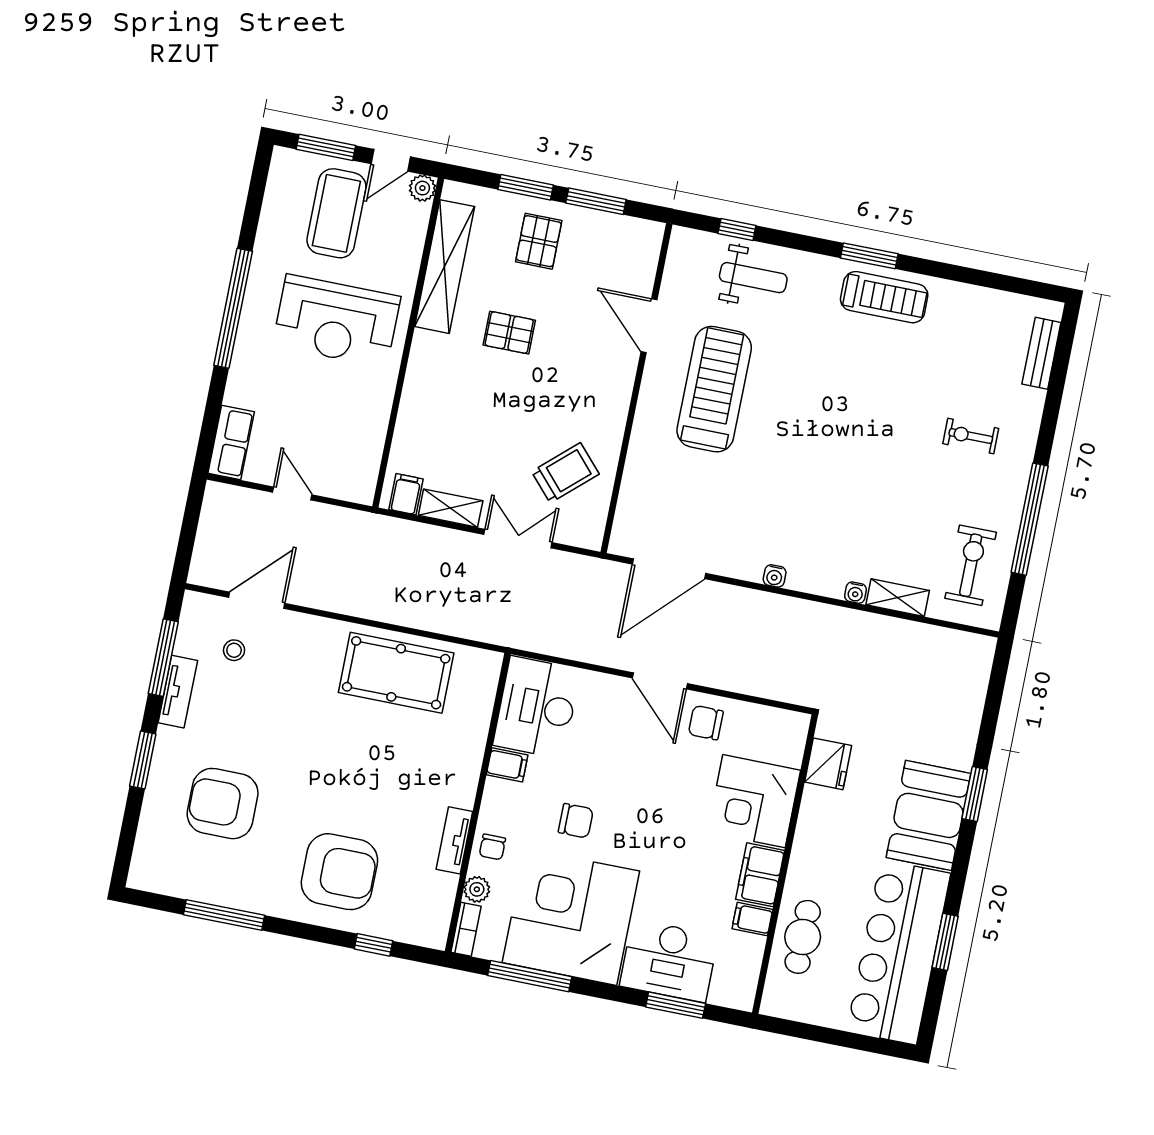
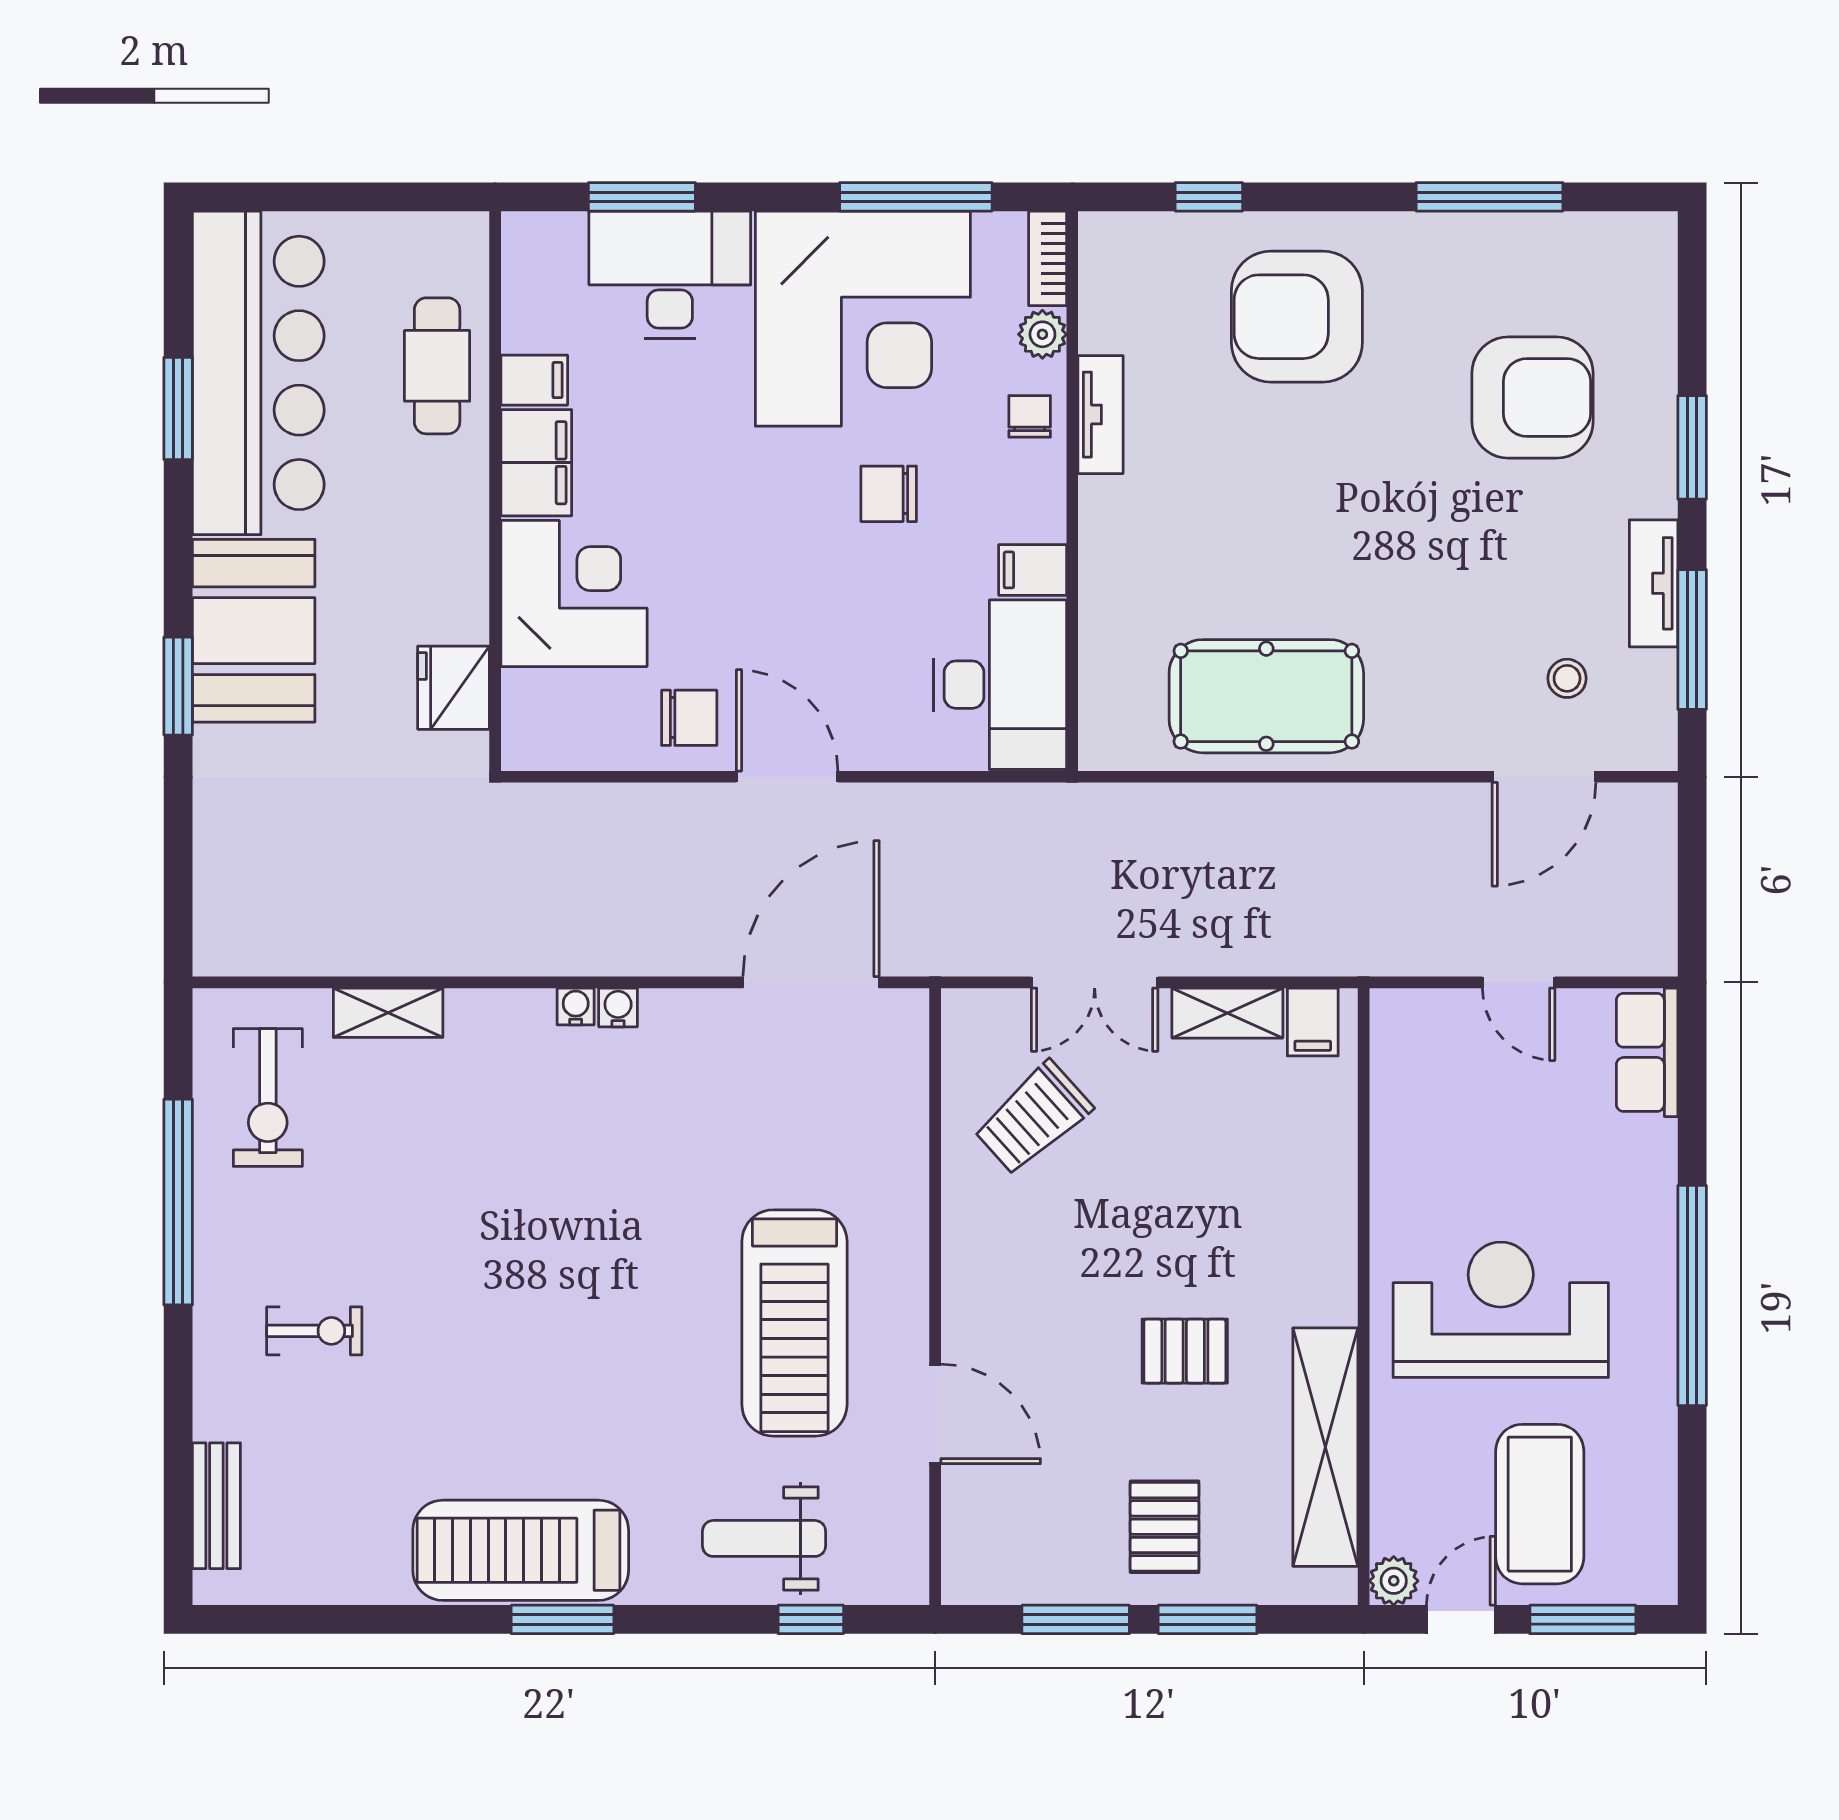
treadmill: (884, 297) -> (521, 1550), width x1.37, depth x1.38
water cooler: (855, 593) -> (576, 1007), moved

